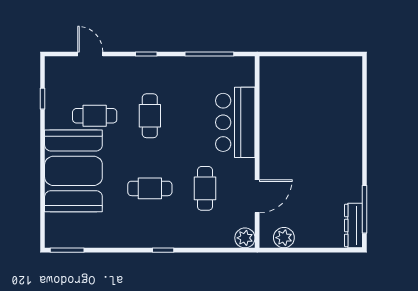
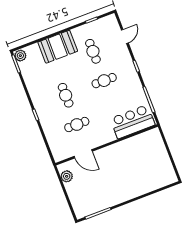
bar counter: (235, 122) -> (133, 122), moved
booth: (73, 171) -> (58, 47), width x0.73, depth x0.70
dresser: (354, 225) -> (87, 211), removed
plant: (245, 238) -> (20, 56), moved

